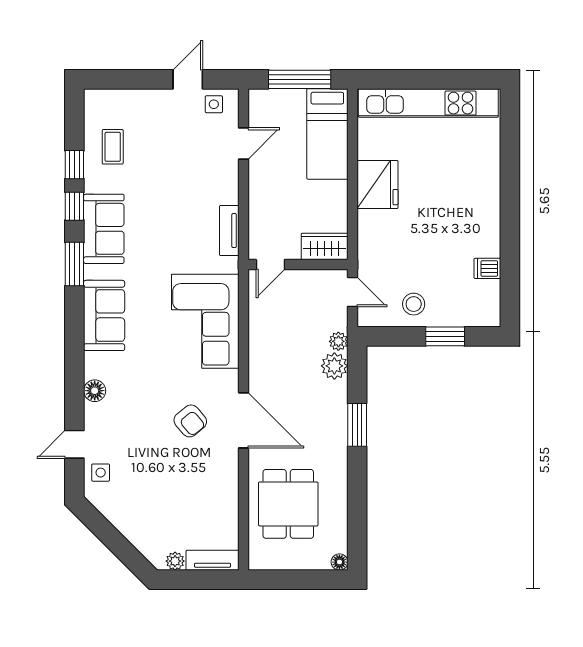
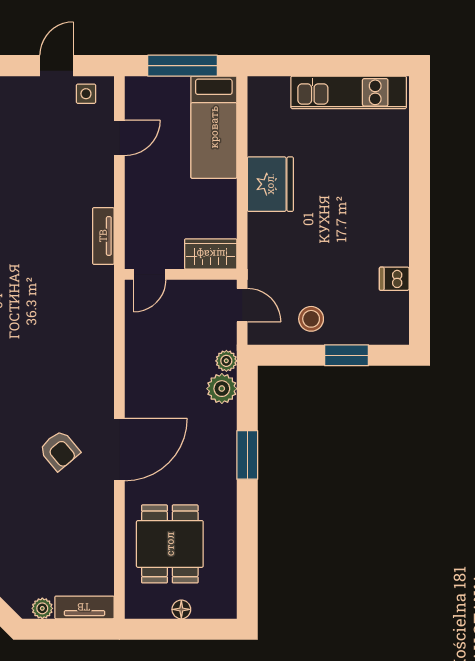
kitchen unit: (428, 103) -> (349, 92), width x0.73
corner sofa: (205, 321) -> (76, 338), removed
door: (244, 420) -> (119, 450), hinge flipped
floor lamp: (339, 562) -> (181, 609), moved

